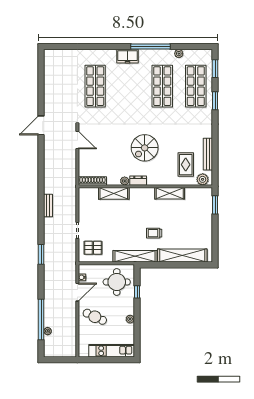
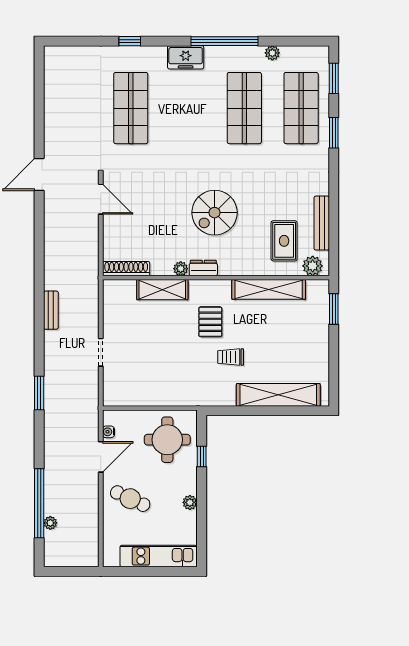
window: (95, 47) -> (130, 41), added
shelving: (170, 193) -> (269, 289), width x1.47
pallet: (93, 248) -> (210, 322), moved, turned 90
shelving: (135, 256) -> (198, 396), removed

